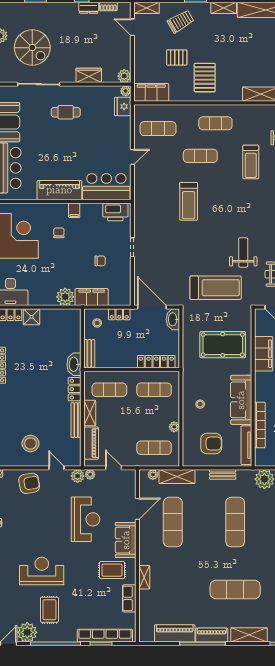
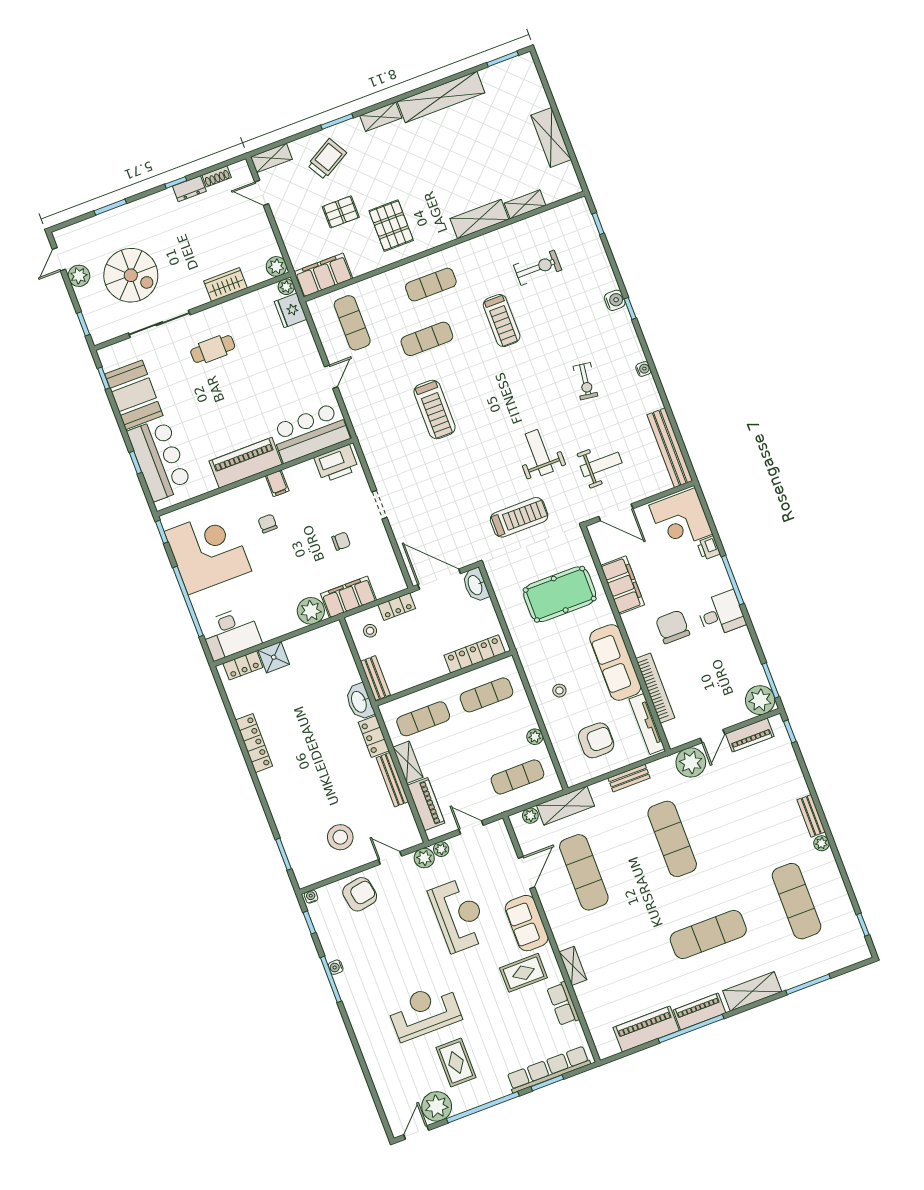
exercise mat: (158, 129) -> (352, 323), turned 90
treadmill: (216, 288) -> (519, 517), width x0.73, depth x0.73

